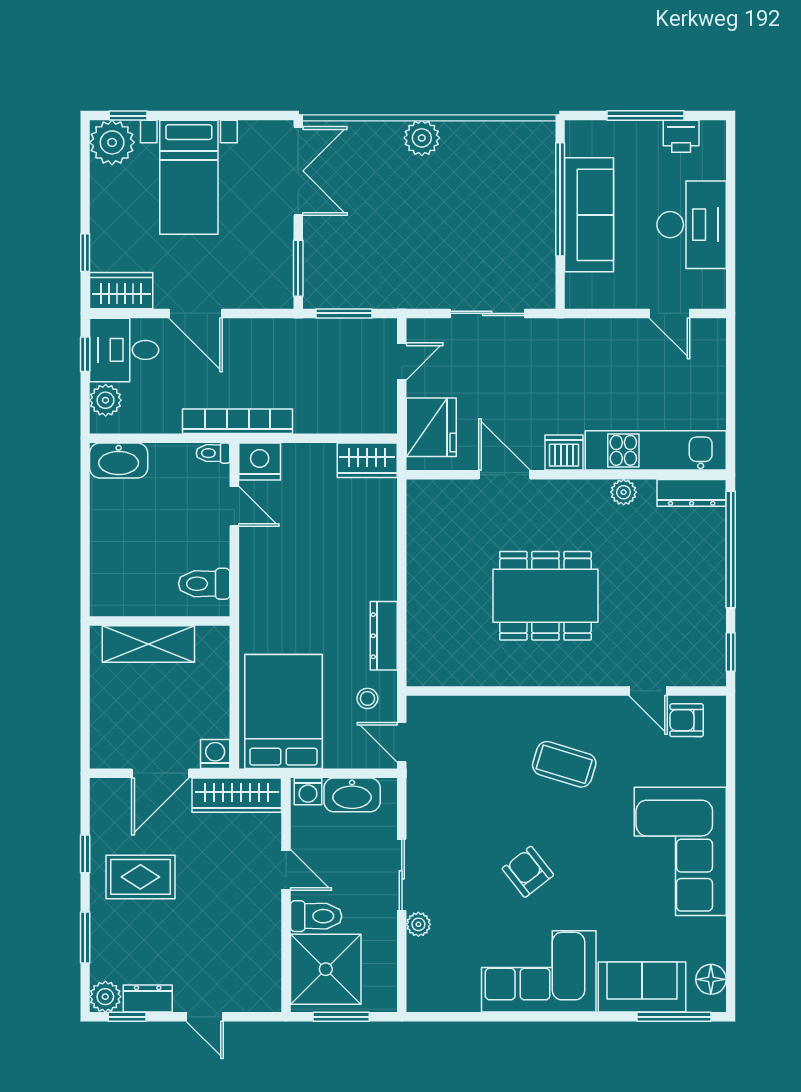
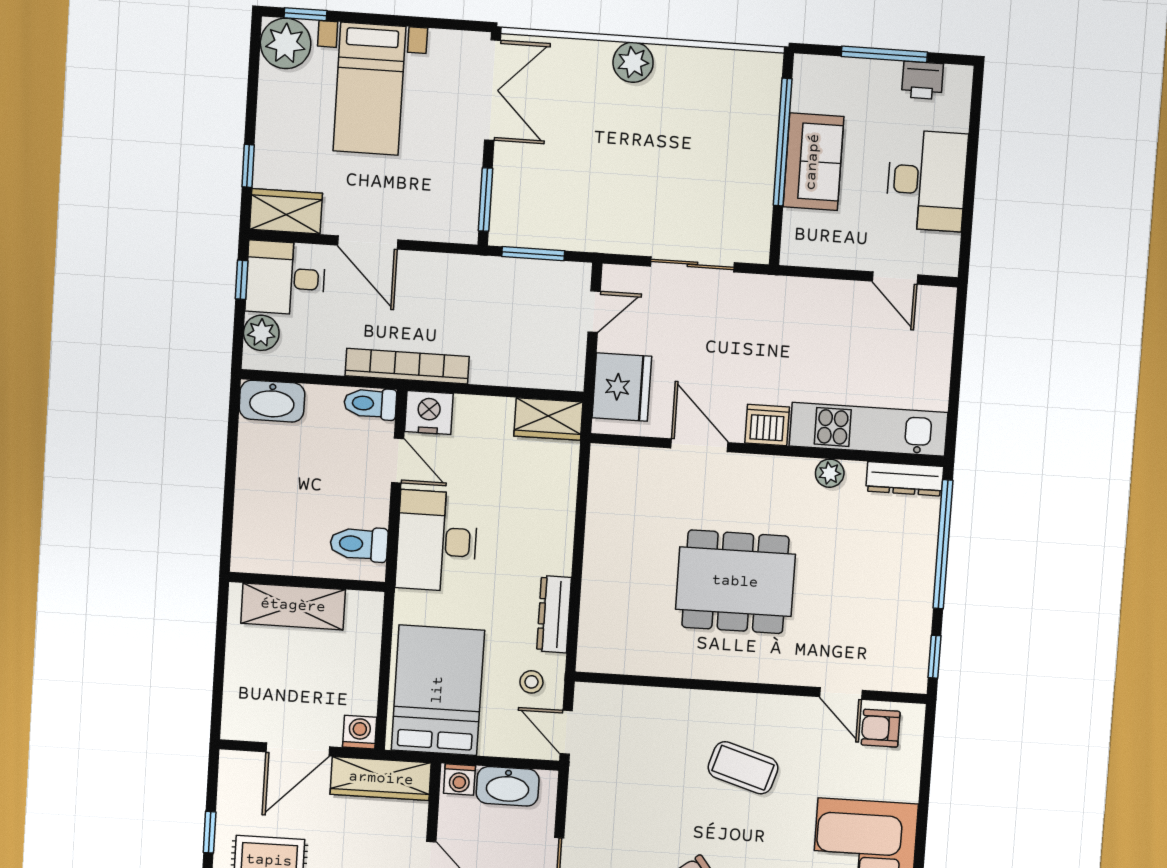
sofa: (589, 215) -> (813, 162), width x0.73
toilet: (213, 453) -> (370, 404), width x1.37, depth x1.39
desk: (274, 577) -> (437, 541), added

